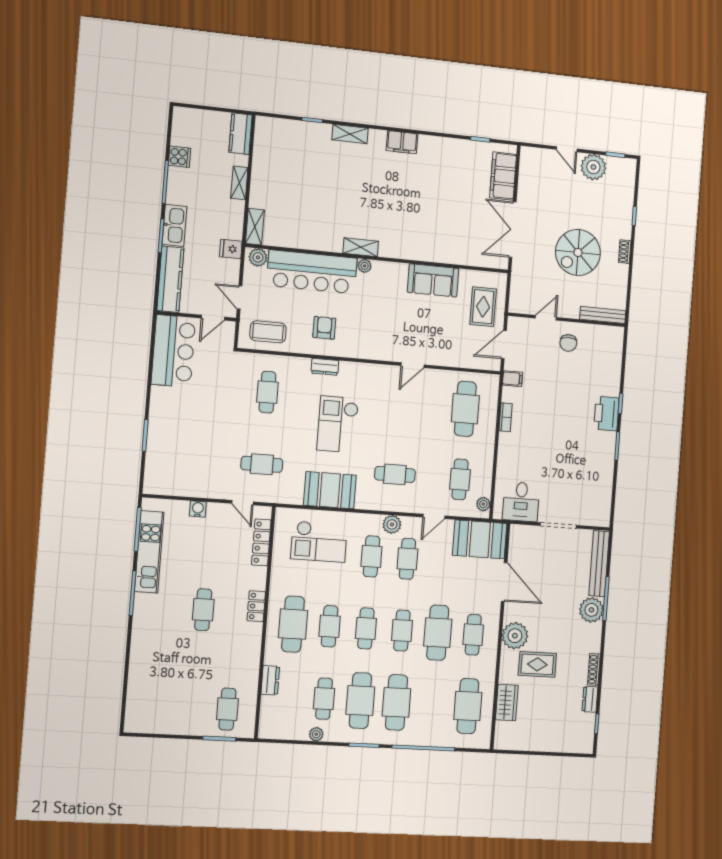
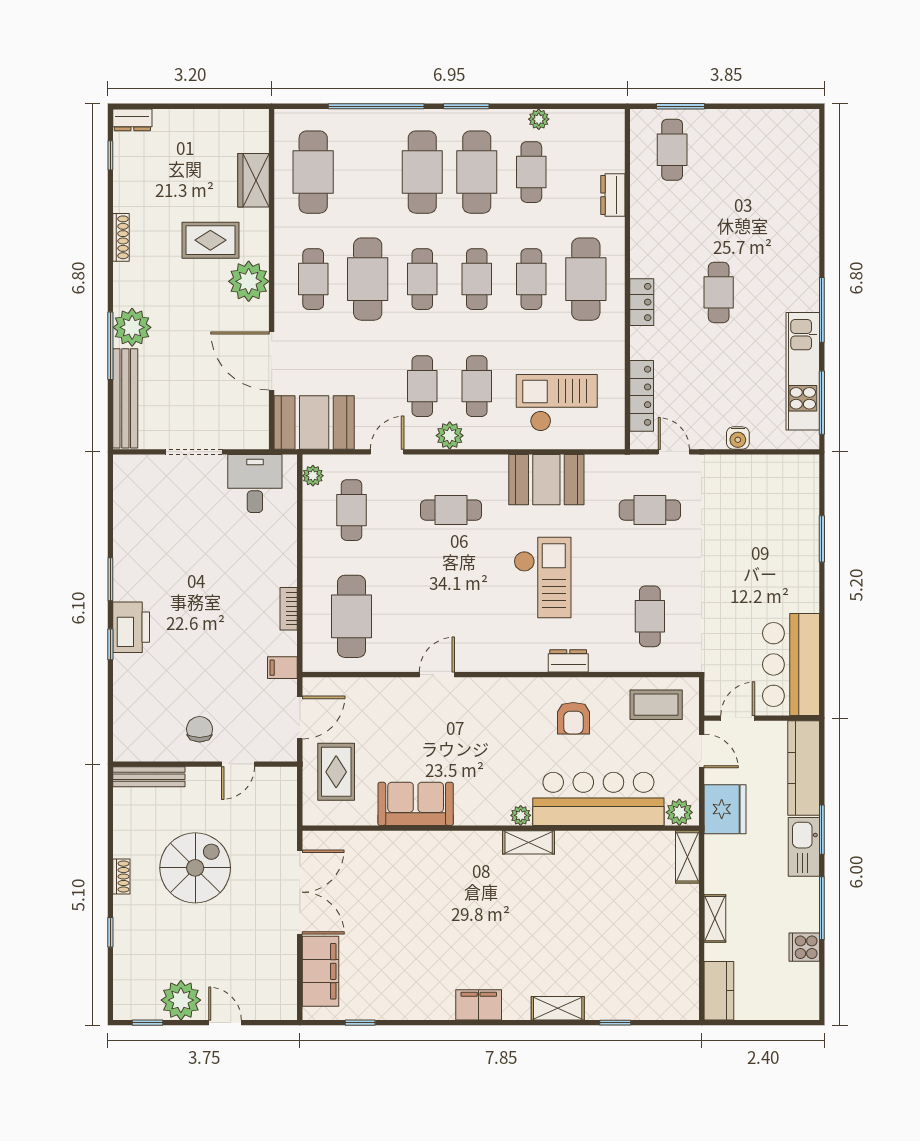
fridge: (231, 249) -> (725, 809), width x1.88, depth x1.34
dresser: (590, 699) -> (132, 120), moved, turned 90

